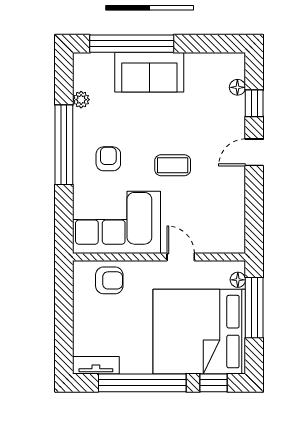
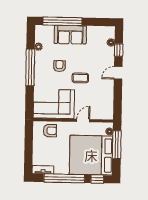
armchair: (108, 159) -> (59, 66), moved
door: (181, 257) -> (83, 120), hinge flipped

